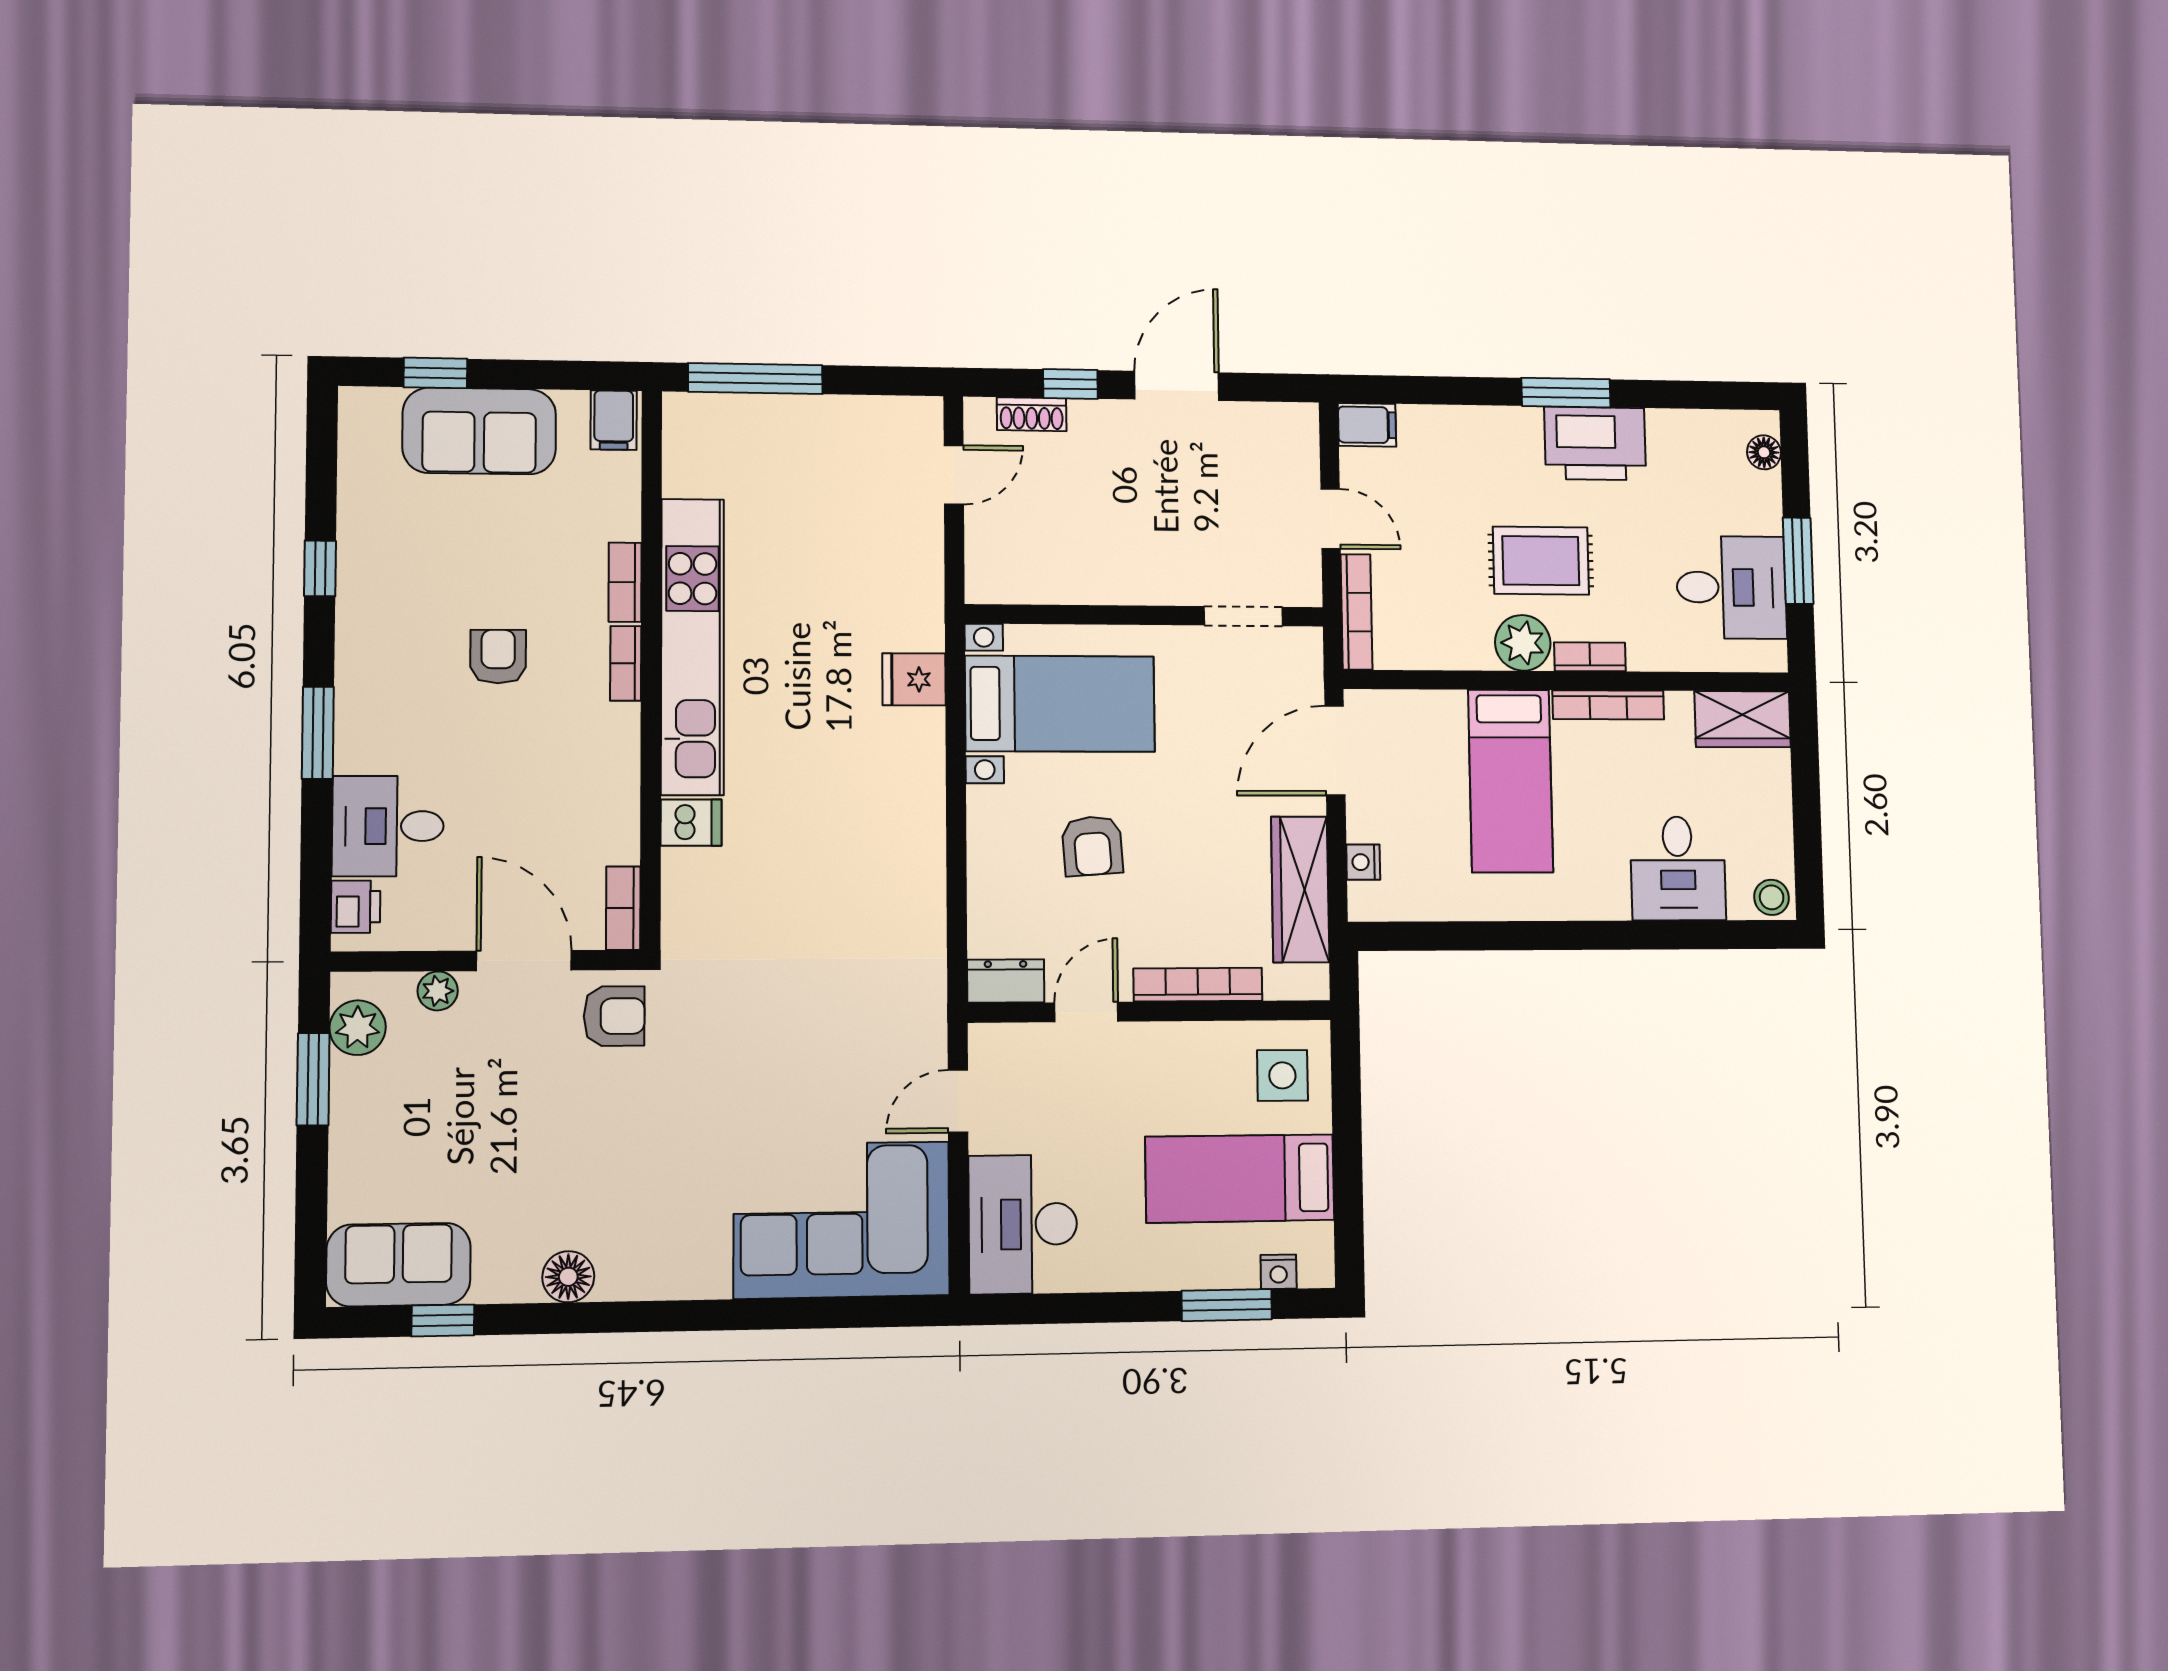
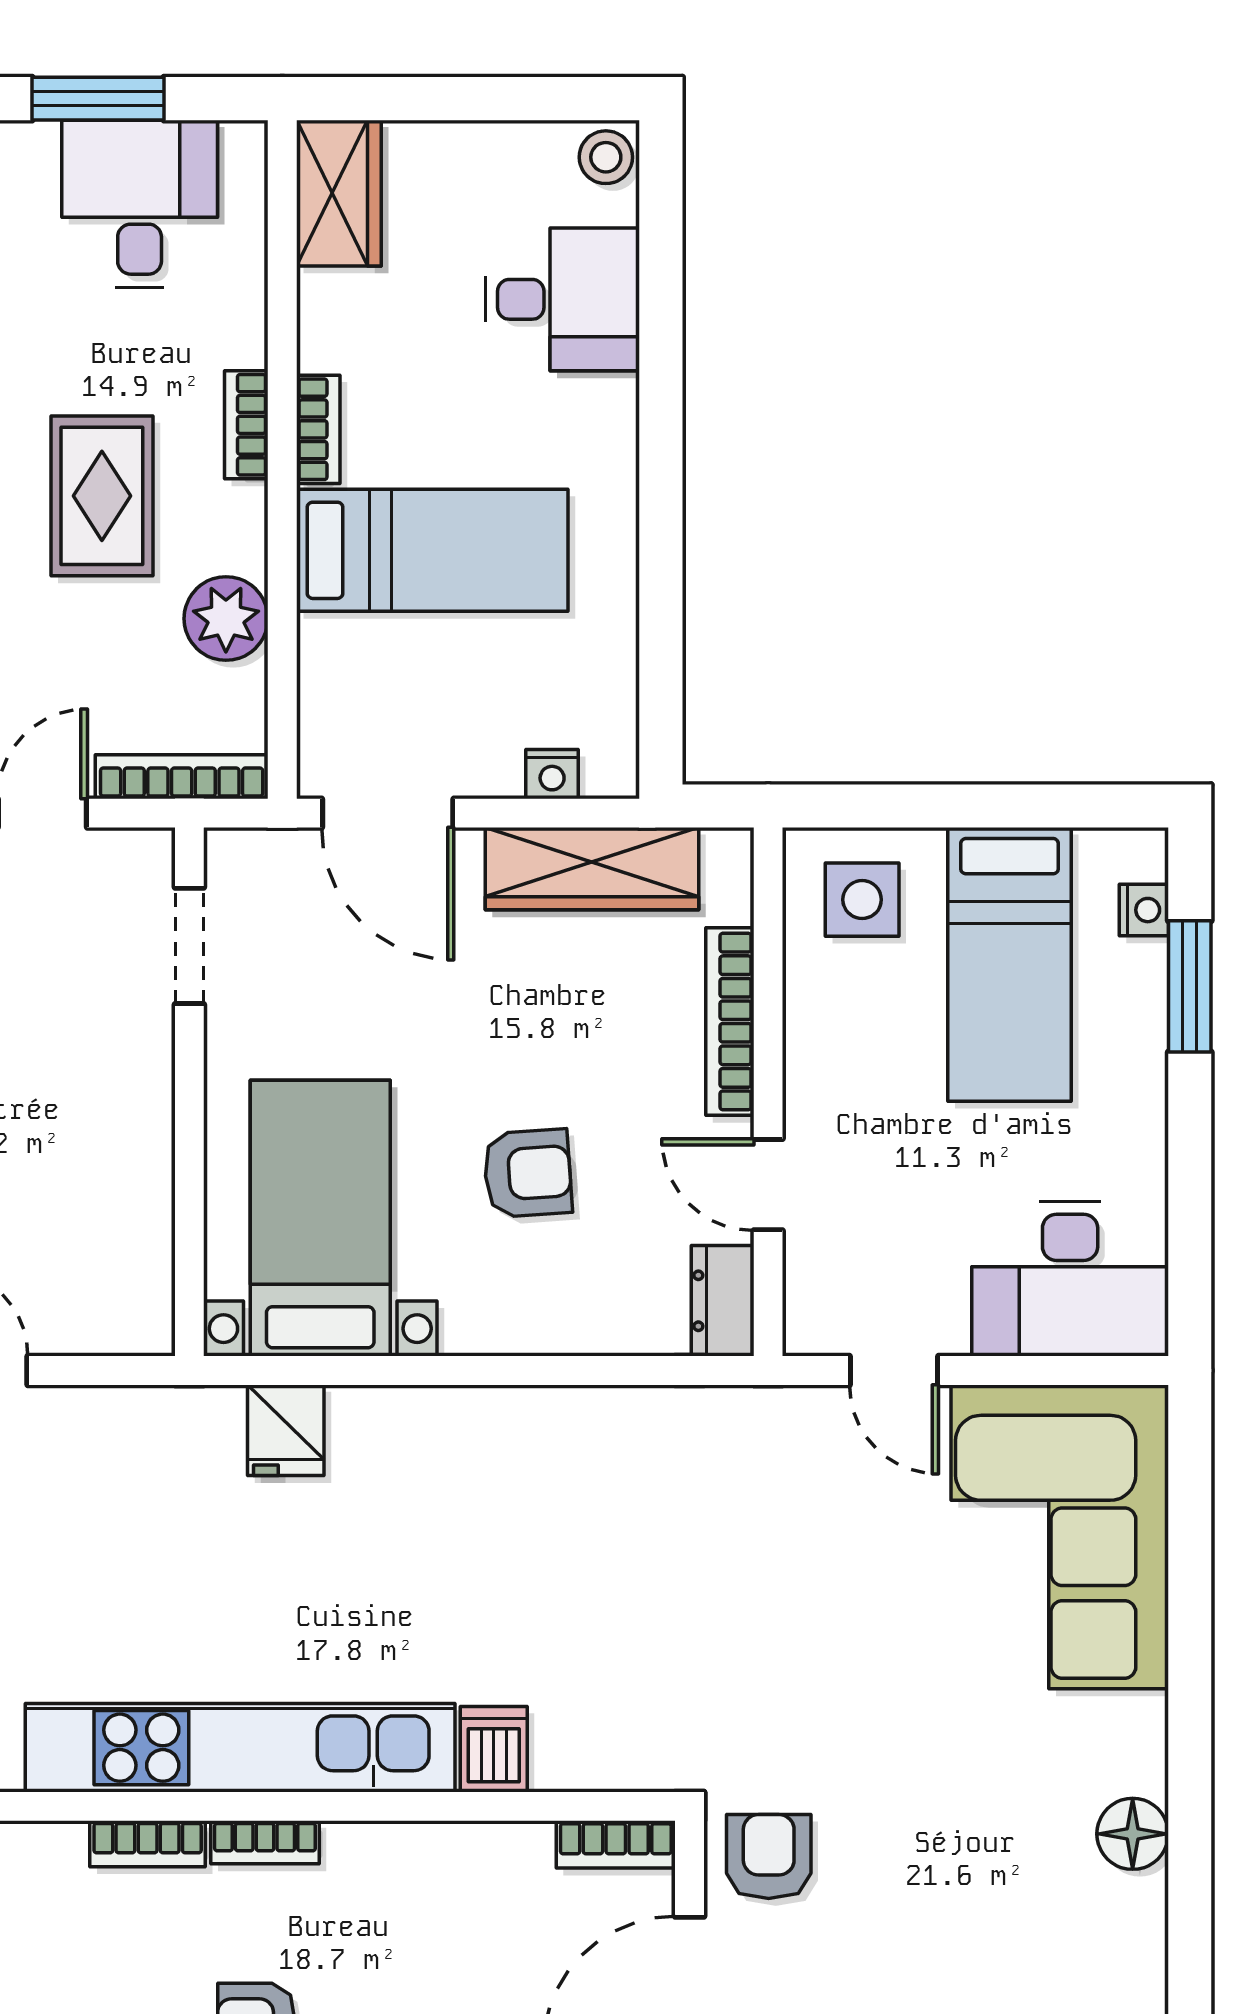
plant: (1523, 643) -> (226, 619), moved
bookcase: (1608, 705) -> (318, 429), width x0.64
floor lamp: (568, 1277) -> (1133, 1834), moved

